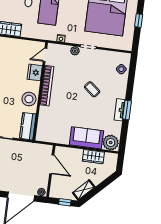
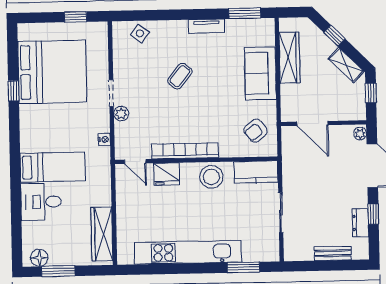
window: (139, 21) -> (76, 17), moved
window: (127, 110) -> (245, 13), moved
armchair: (53, 130) -> (256, 131), added
plant: (111, 143) -> (262, 33), removed
wardrobe: (93, 157) -> (289, 58), width x1.50
door: (52, 164) -> (312, 123), swing flipped
window: (102, 186) -> (334, 36), added

